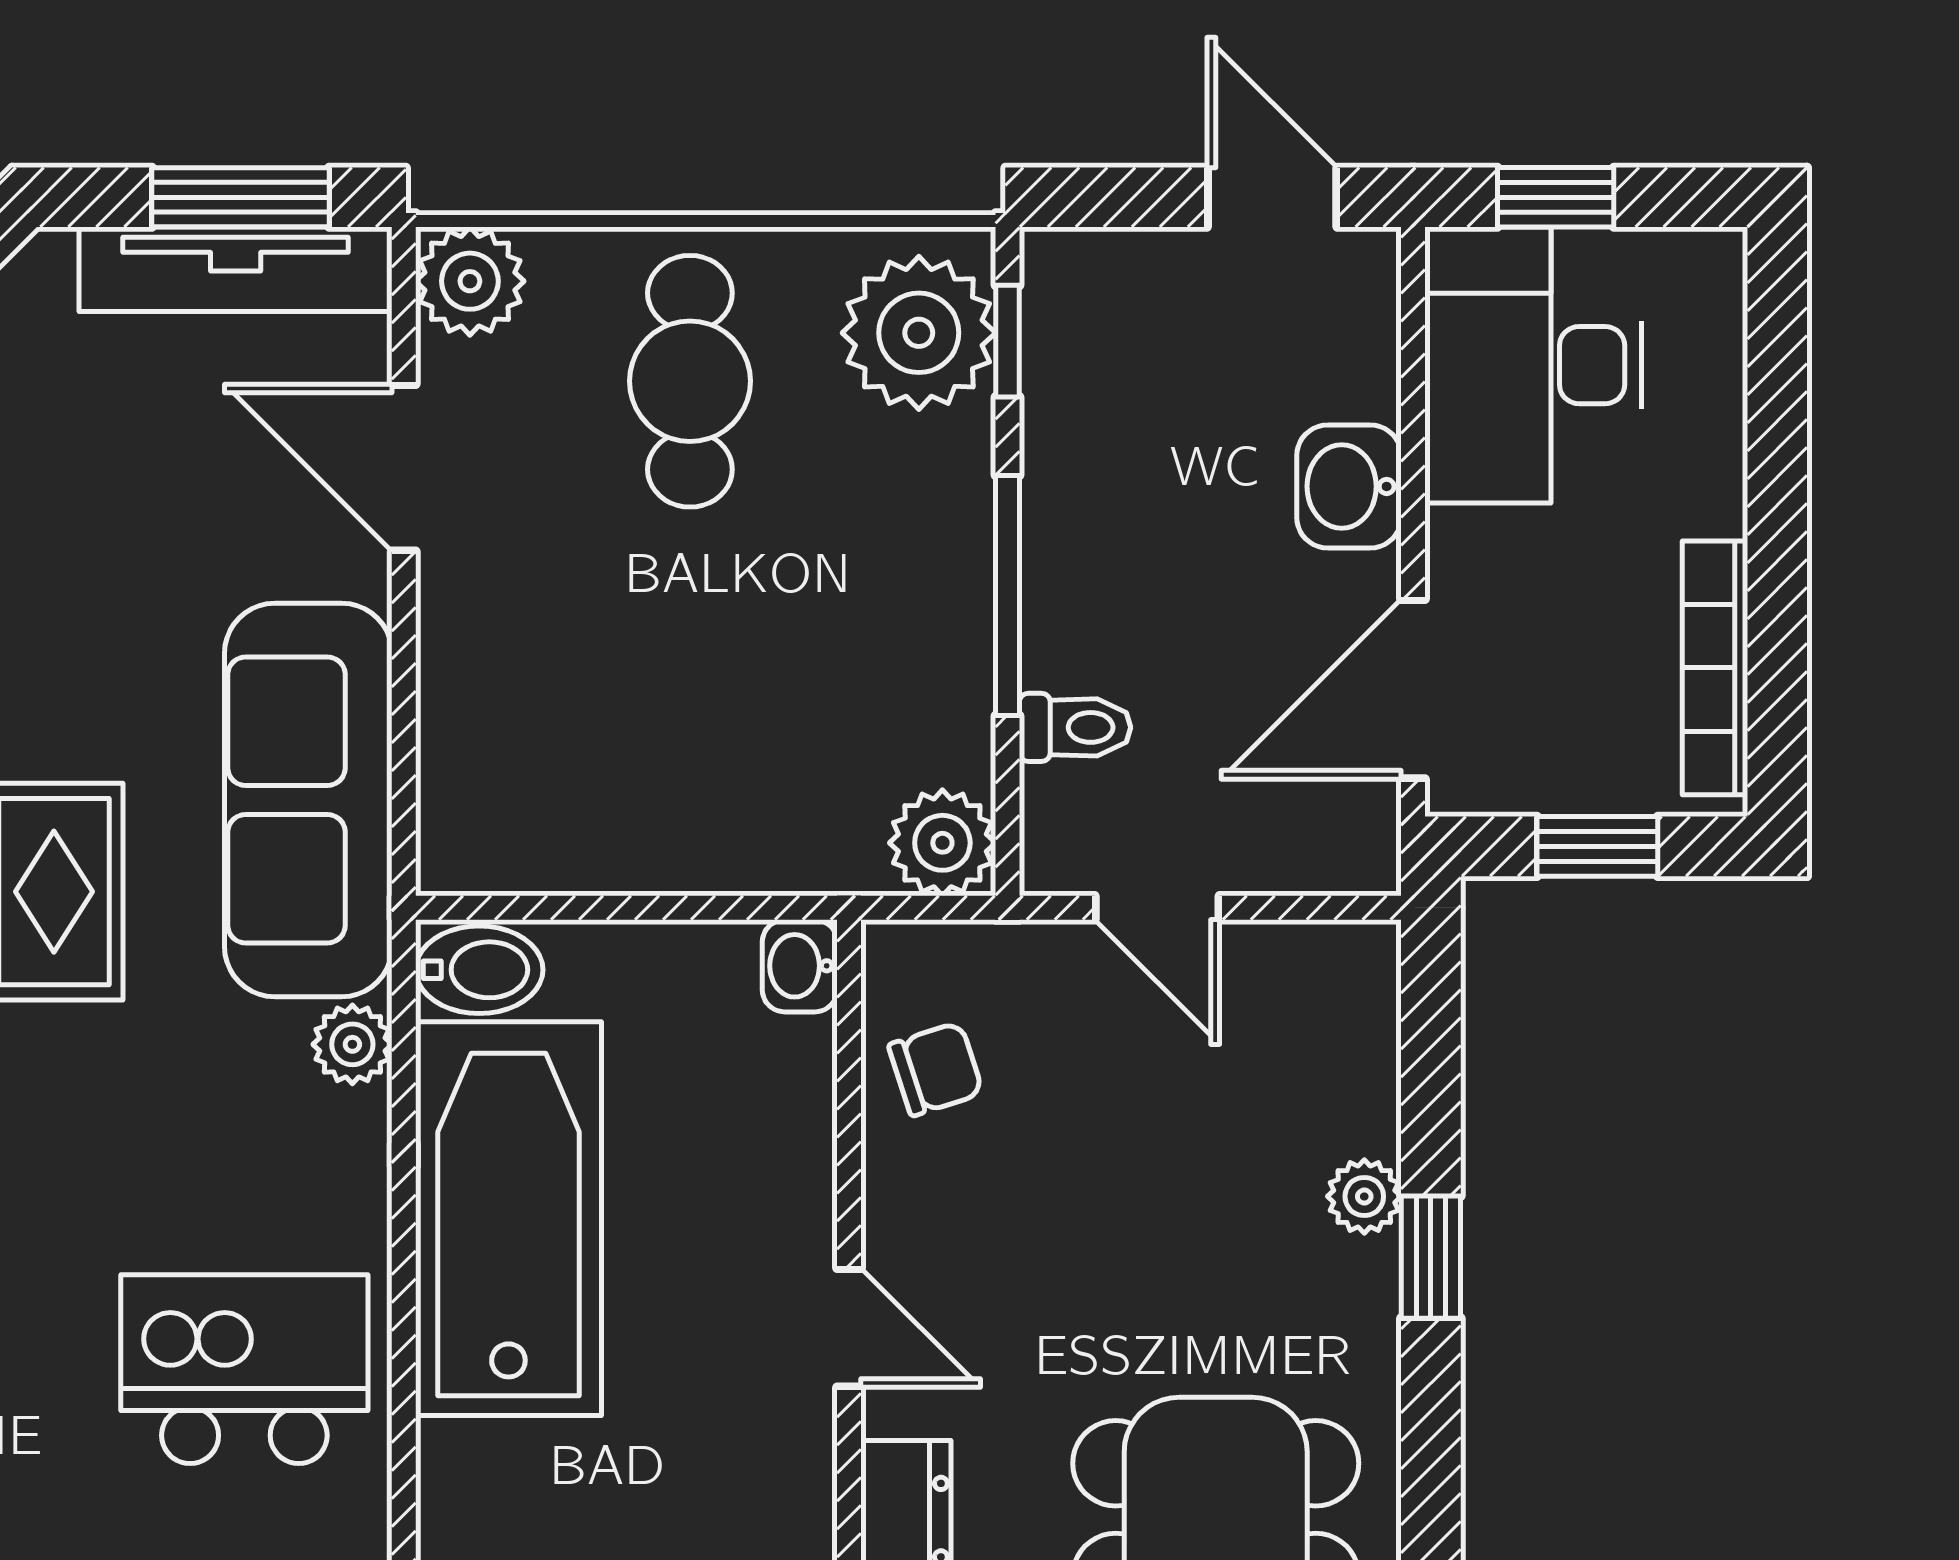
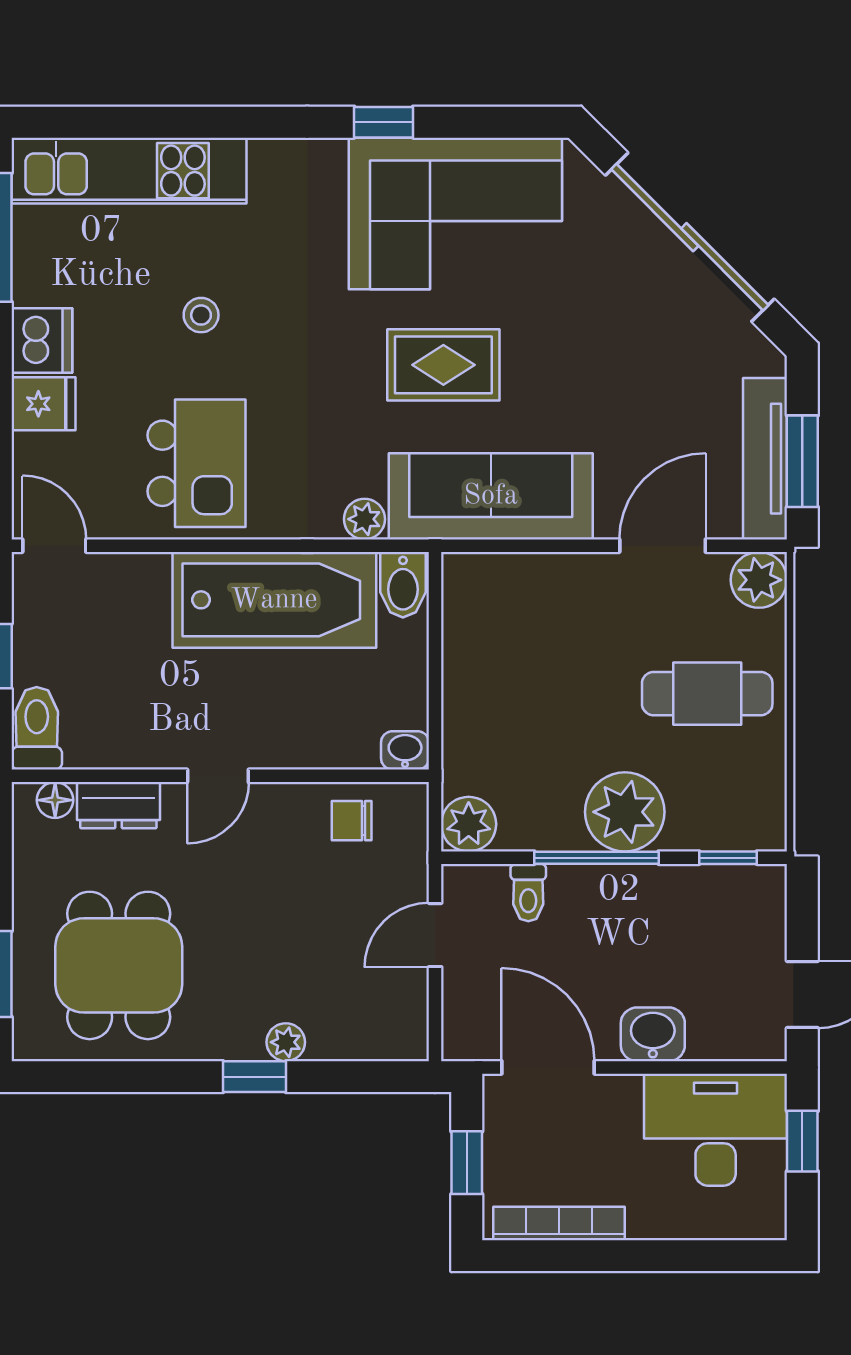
plant: (919, 333) -> (625, 812), moved
chair: (936, 1069) -> (352, 821), turned 108

